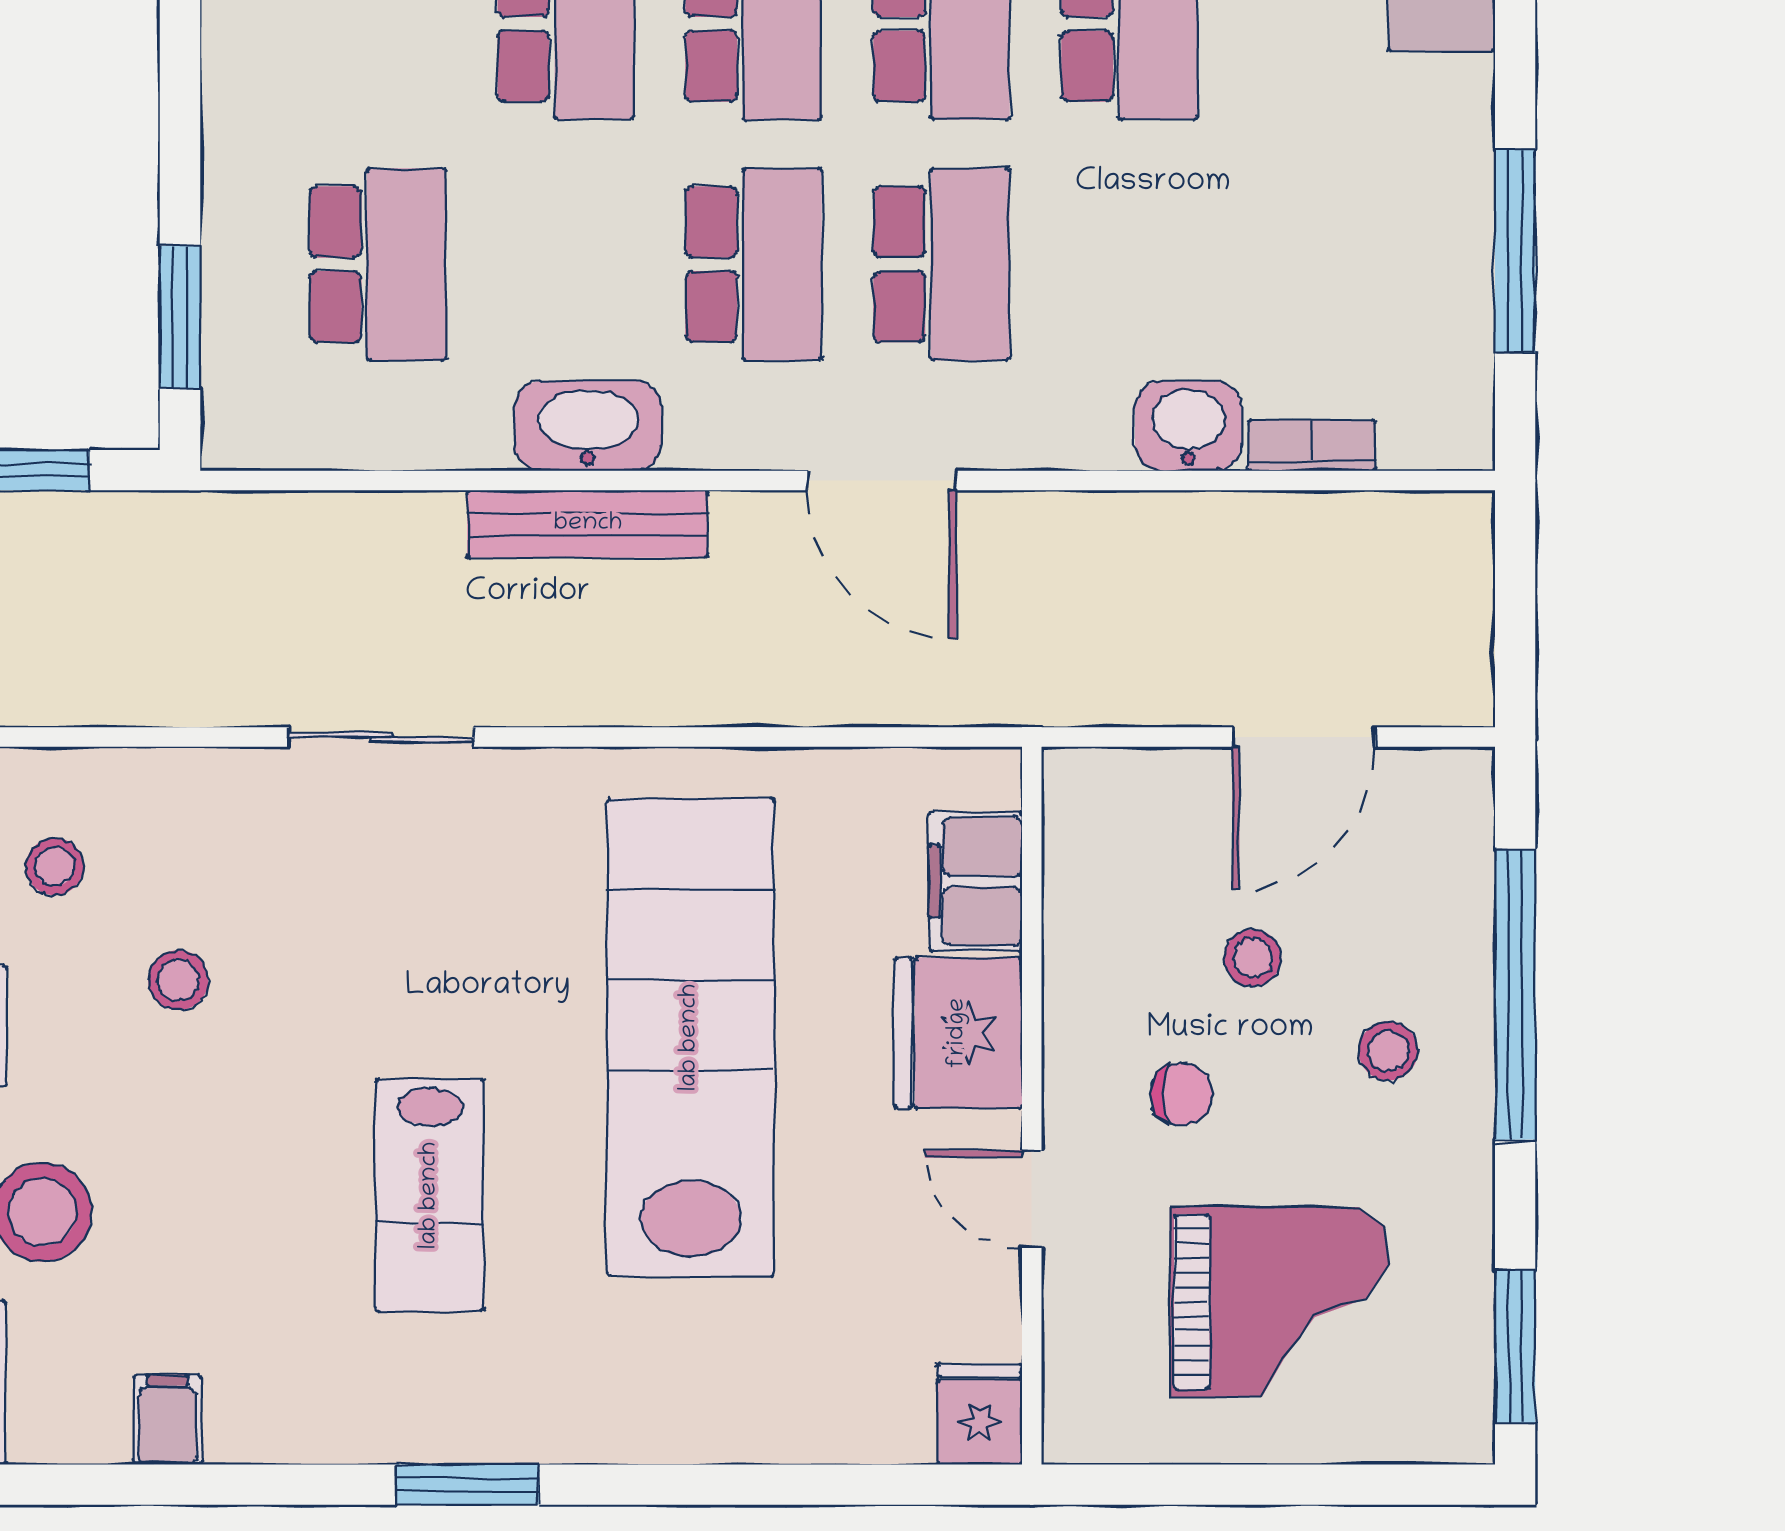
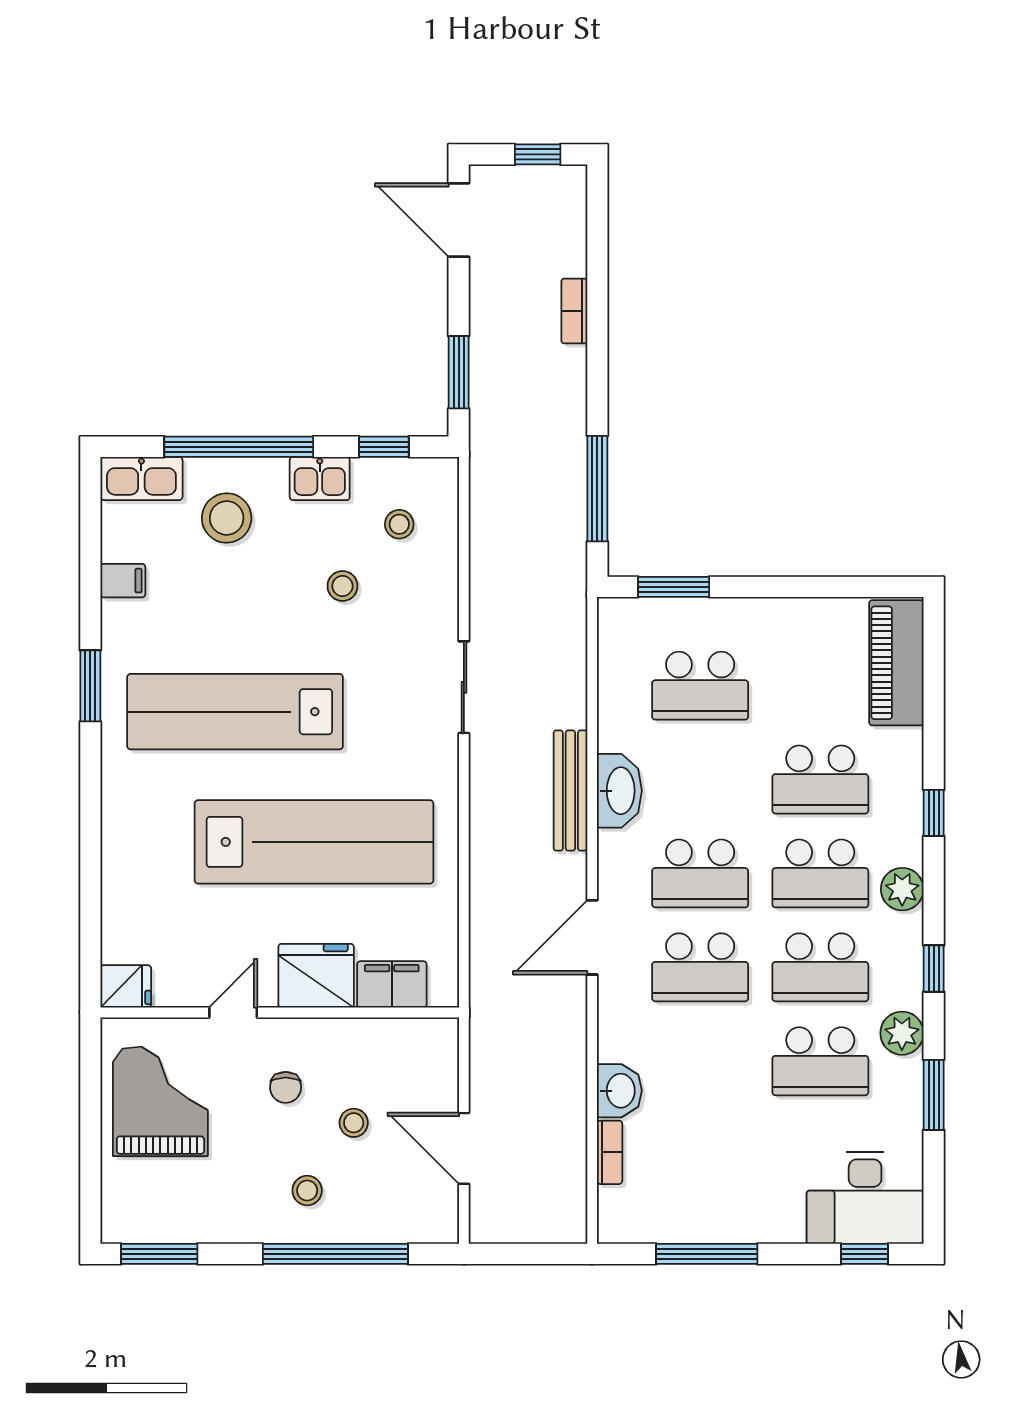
lab bench: (430, 1195) -> (235, 712), width x1.86, depth x1.39
grand piano: (1279, 1302) -> (160, 1101), moved, turned 180
window: (467, 1485) -> (90, 686), moved

